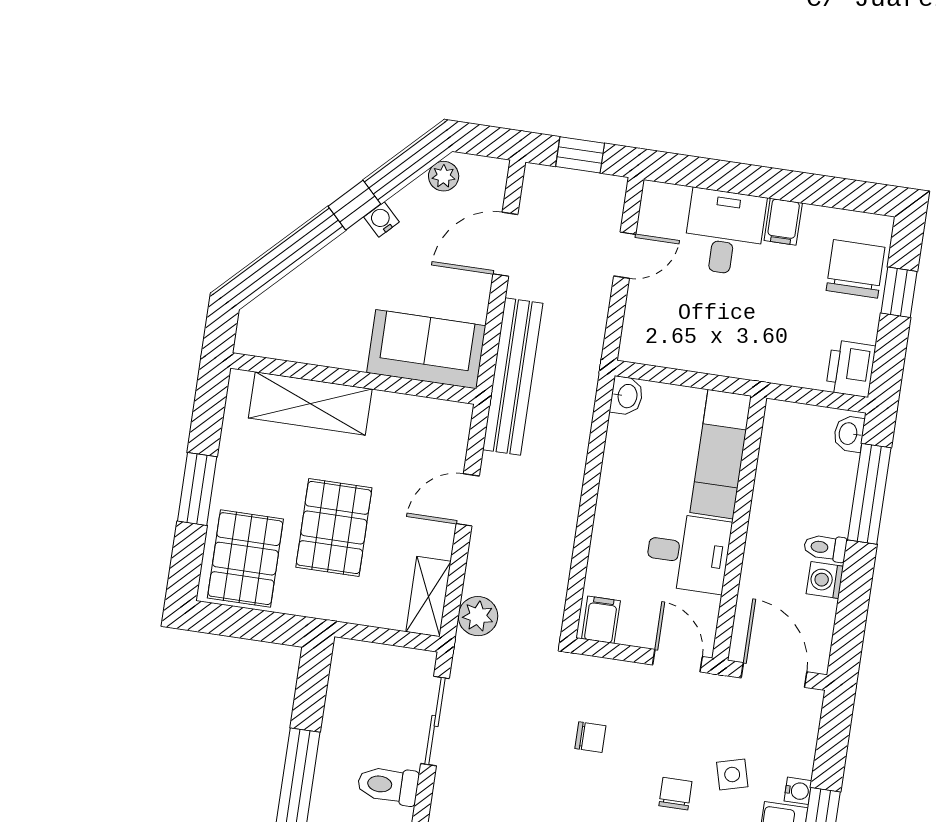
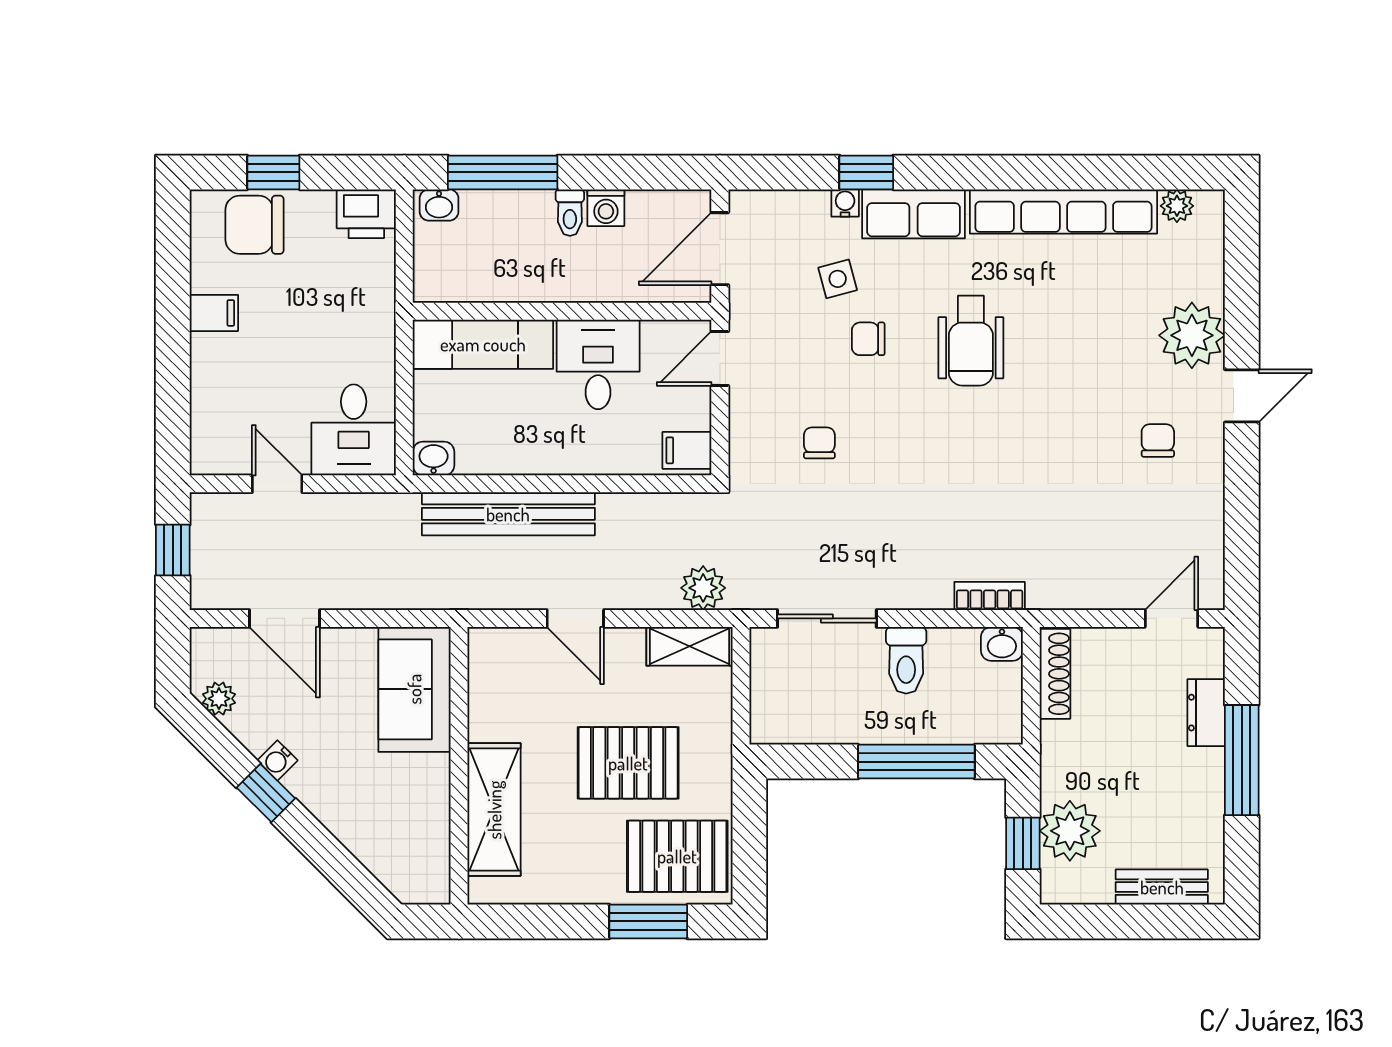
desk: (724, 232) -> (354, 430), moved, turned -90
bench: (513, 377) -> (508, 514), moved
window: (197, 489) -> (648, 921), moved

